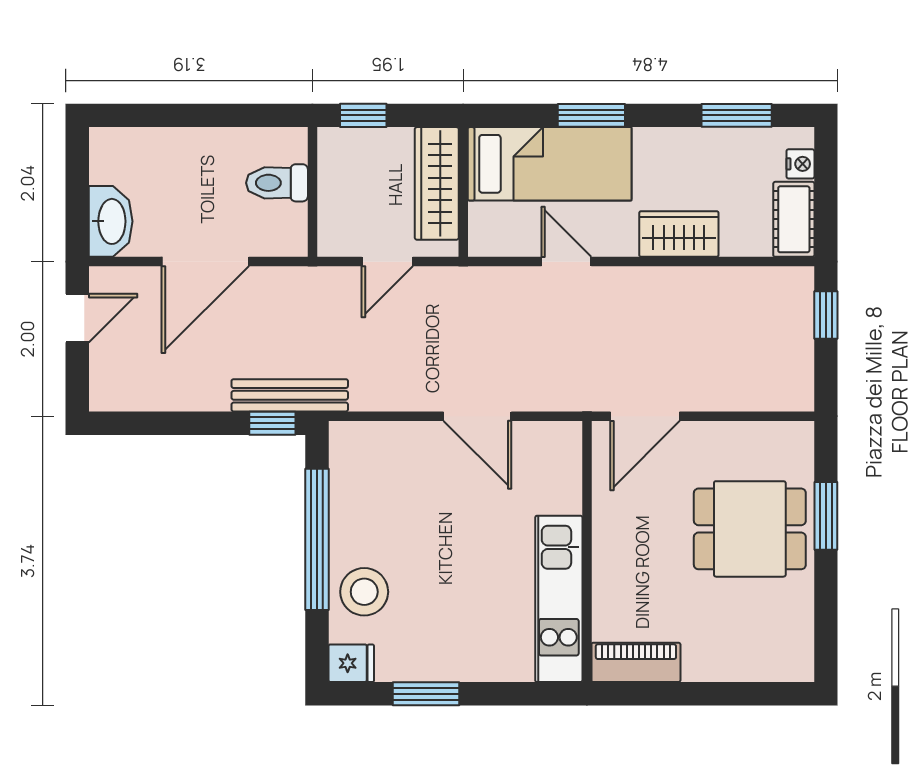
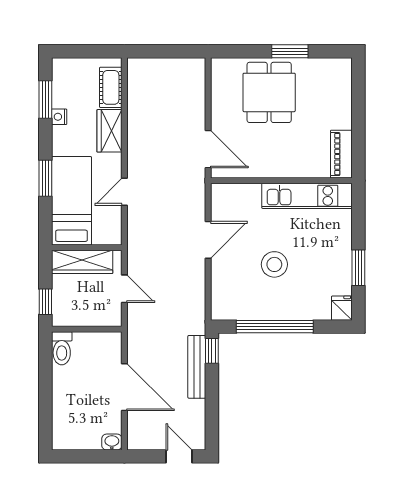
nightstand: (800, 164) -> (59, 117), moved, turned -90
toilet: (277, 183) -> (62, 348), moved
cot: (794, 219) -> (111, 87), moved, turned 90
washbasin: (111, 221) -> (112, 442), width x0.52, depth x0.69
window: (826, 315) -> (153, 51), removed
door: (77, 318) -> (179, 456), moved
bench: (290, 395) -> (197, 367), moved
window: (826, 516) -> (290, 51), moved
stool: (364, 592) -> (274, 264), moved

